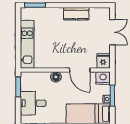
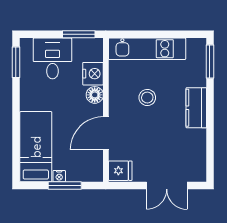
kitchen counter: (76, 14) -> (196, 108), moved
stool: (58, 44) -> (147, 98), added
nightstand: (103, 78) -> (93, 74), moved

